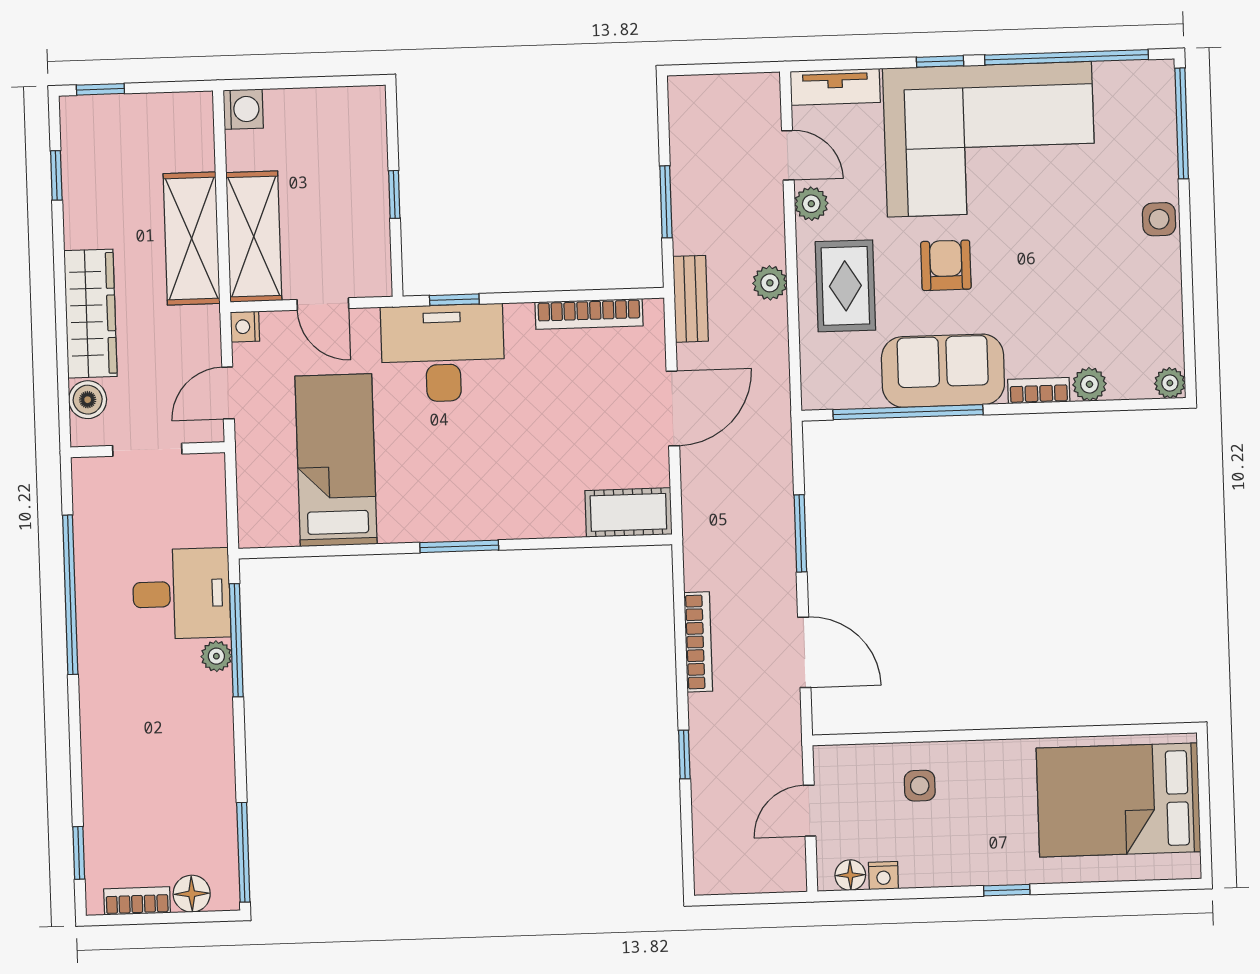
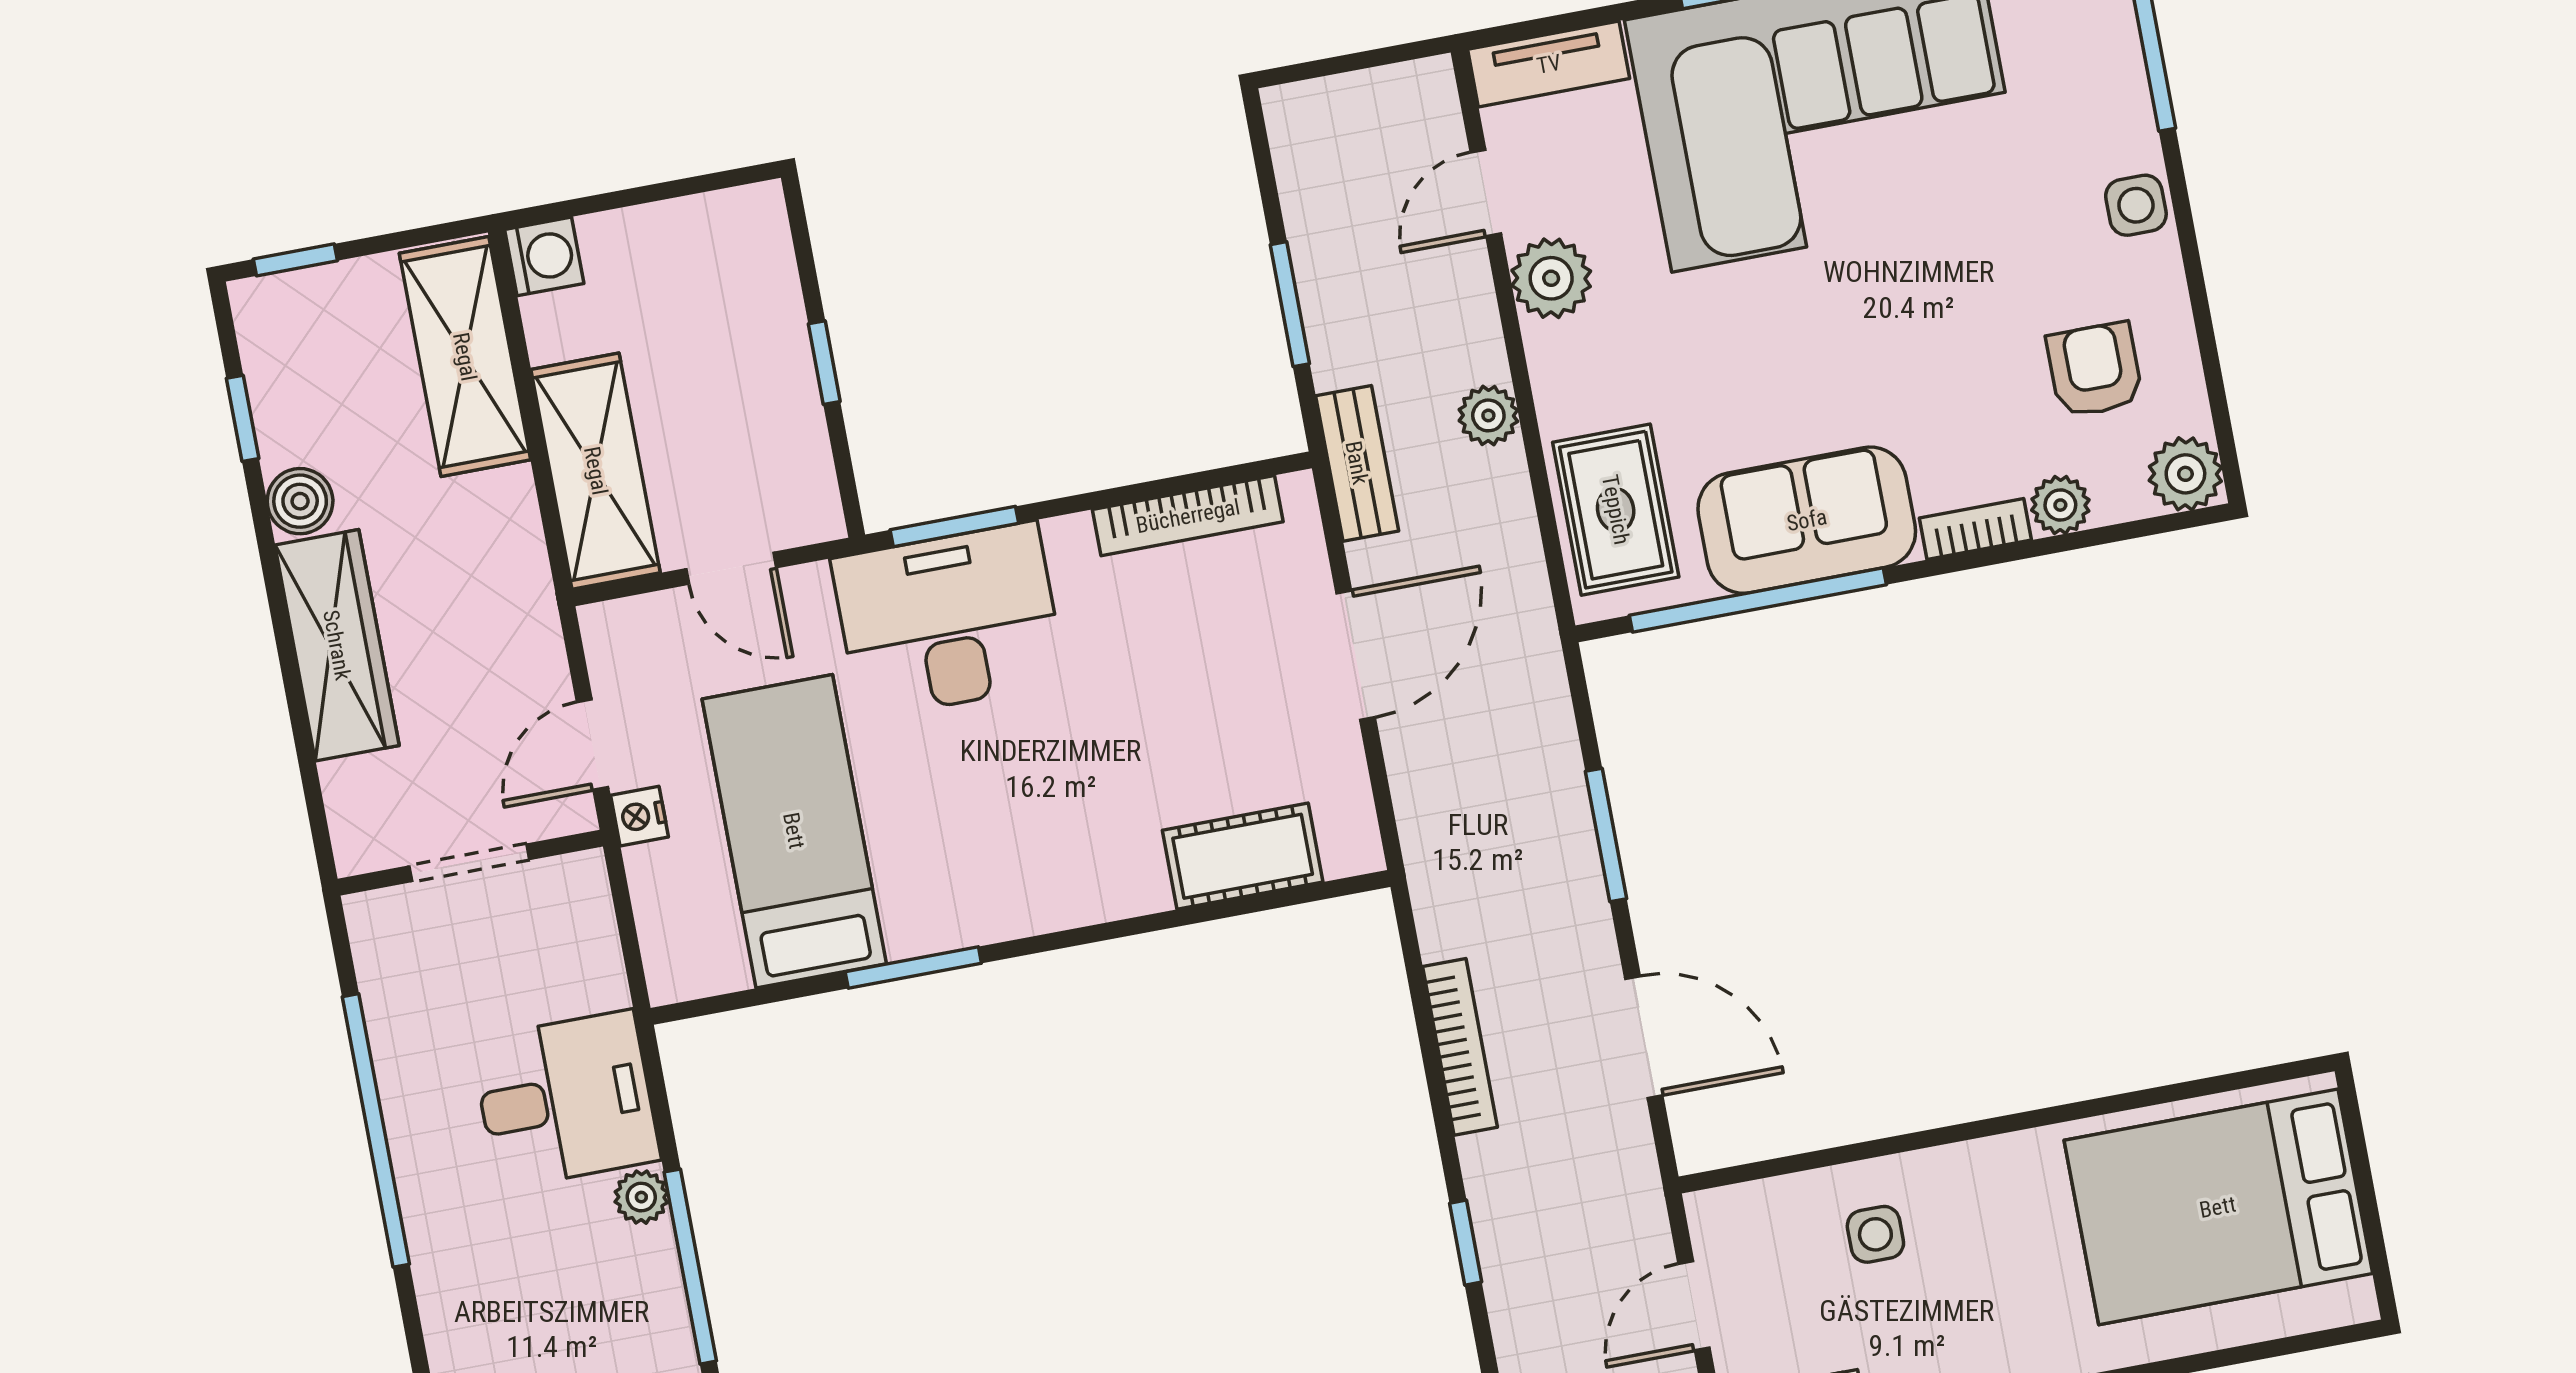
door: (788, 155) -> (1486, 193), swing flipped
plant: (811, 204) -> (1551, 278), width x1.38, depth x1.38
shelving: (192, 239) -> (465, 357), moved
armchair: (946, 265) -> (2095, 370), moved
rug: (845, 286) -> (1616, 510), moved
window: (454, 300) -> (954, 527), width x1.50
nightstand: (245, 327) -> (640, 816), moved
plant: (1170, 383) -> (2185, 474), width x1.38, depth x1.38
boiler: (88, 400) -> (300, 501), moved
cot: (628, 512) -> (1243, 856), moved
window: (459, 546) -> (913, 967), moved
window: (236, 640) -> (690, 1267), moved

